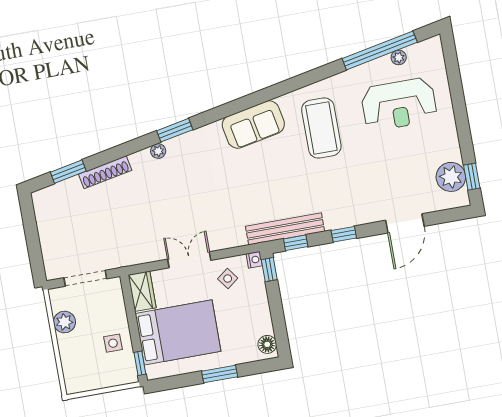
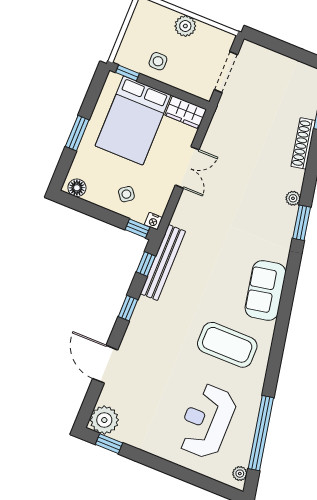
plant: (399, 57) -> (240, 474), moved
plant: (451, 177) -> (104, 420), moved
side table: (228, 279) -> (126, 194), moved
plant: (64, 322) -> (185, 26), moved

